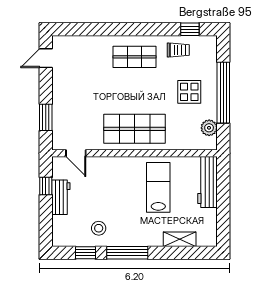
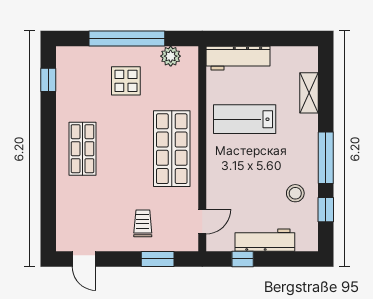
trolley: (178, 50) -> (143, 223), moved
workbench: (61, 197) -> (265, 240), width x1.38

